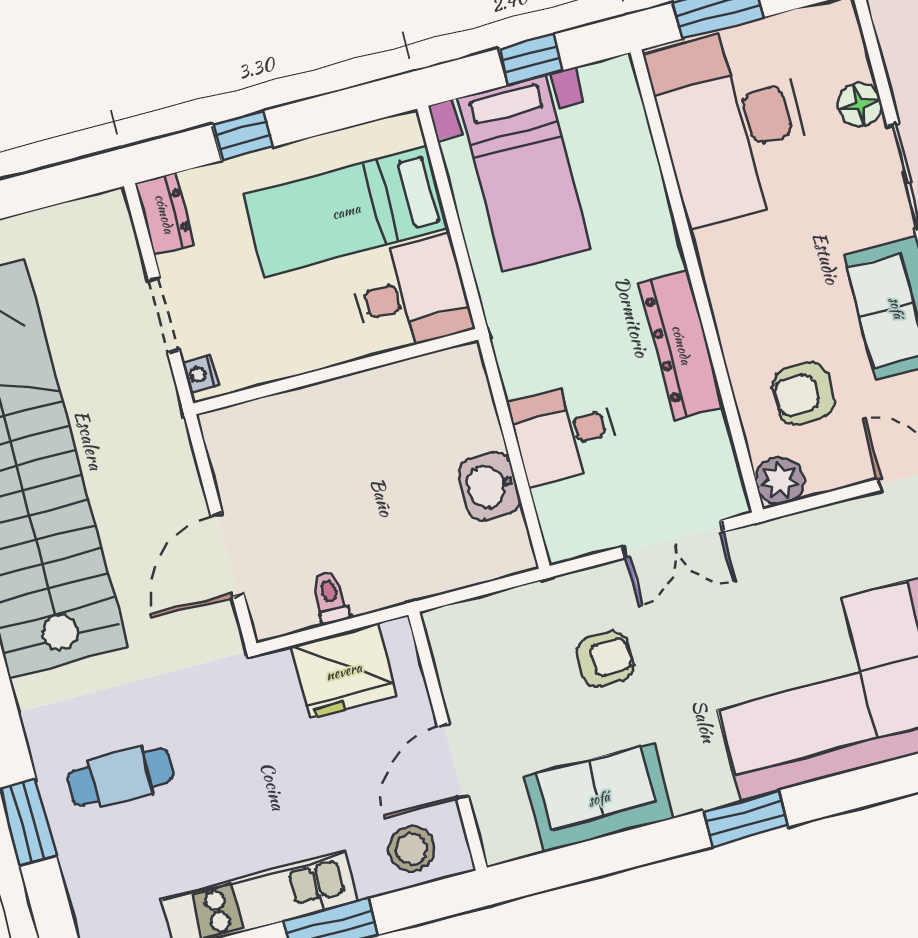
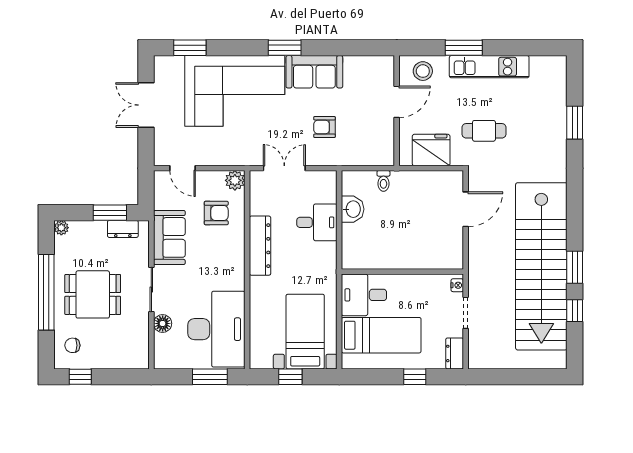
toilet: (331, 598) -> (383, 181), moved
cafe table: (121, 777) -> (484, 131), moved
sofa: (599, 798) -> (314, 72), moved

